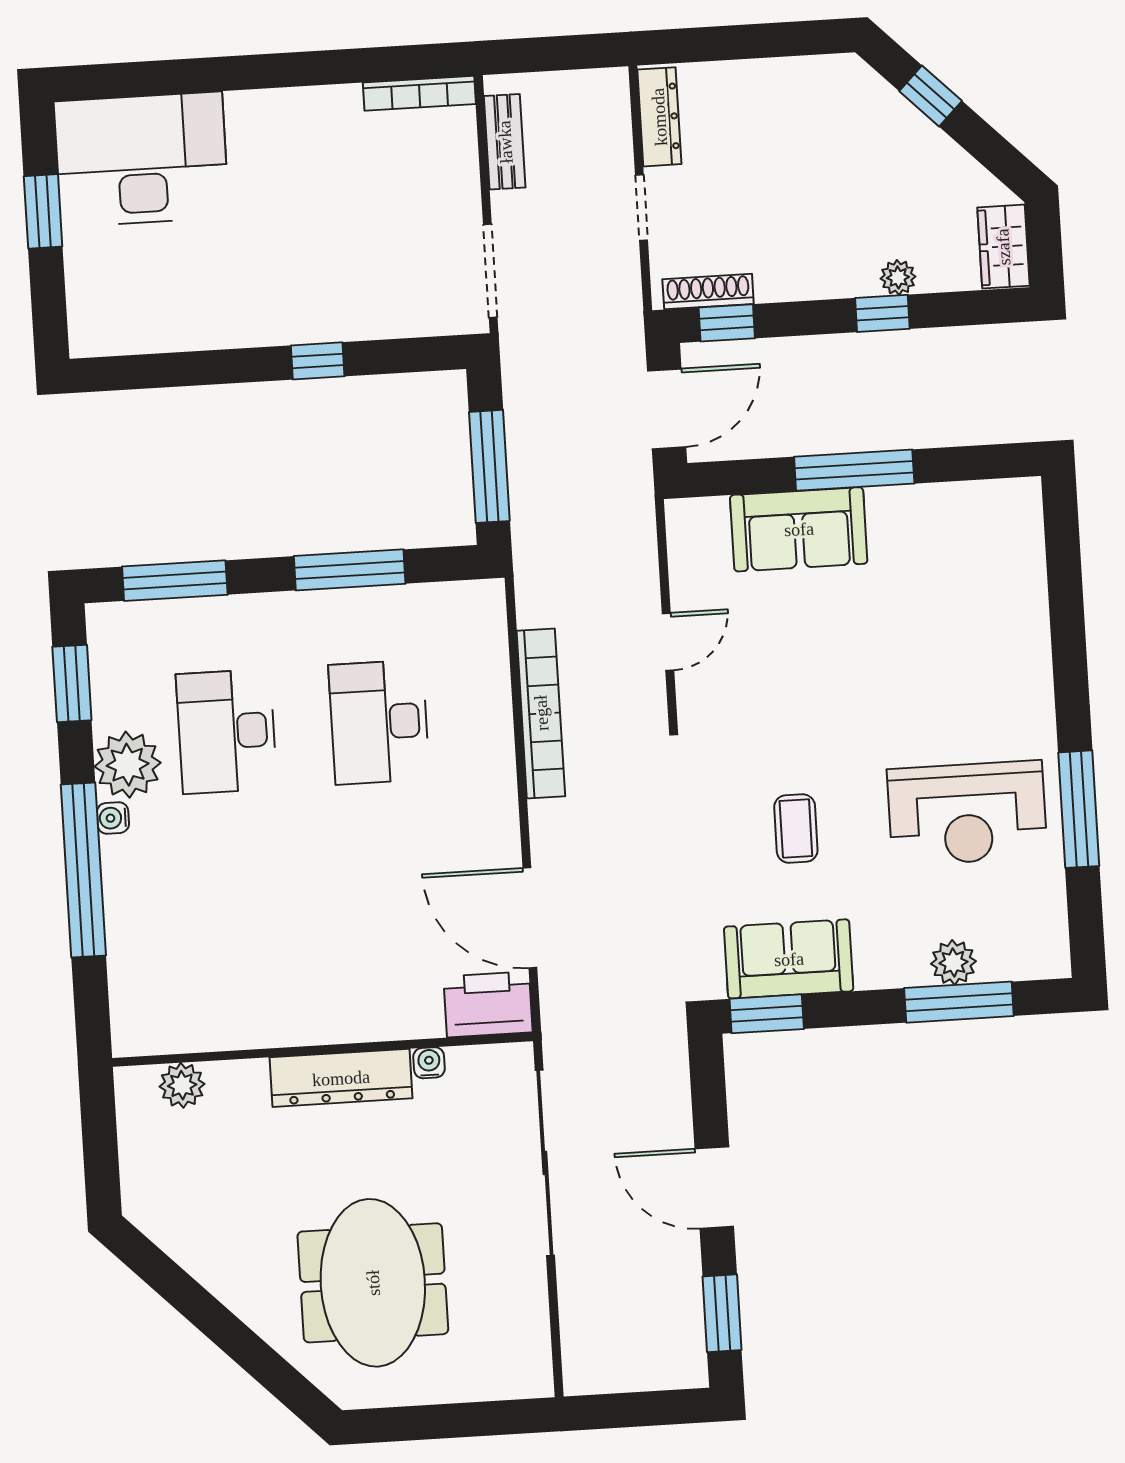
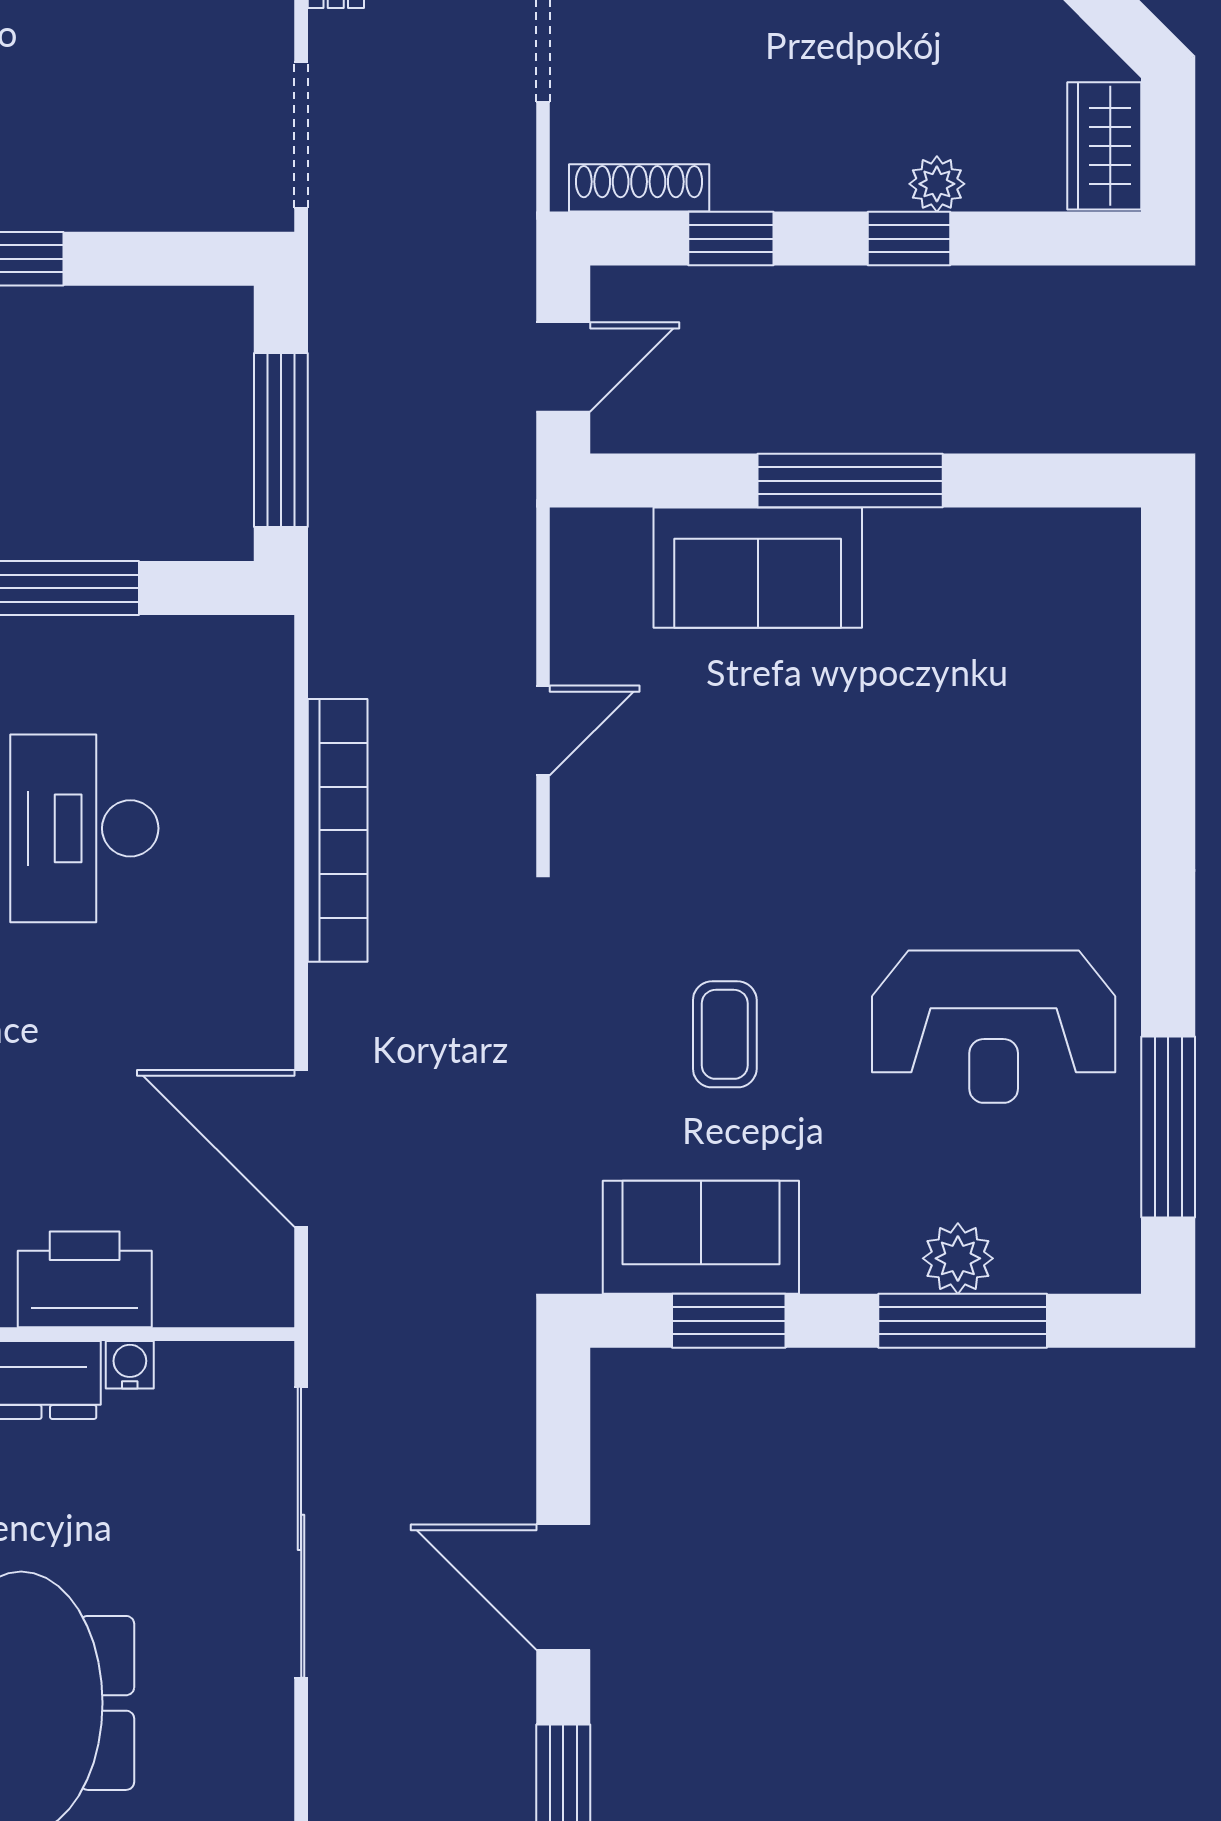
window: (727, 323) -> (731, 239), moved
door: (667, 409) -> (563, 367), width x0.73
window: (1079, 809) -> (1168, 1127), moved
printer: (488, 1004) -> (85, 1279), moved
window: (767, 1014) -> (729, 1321), moved

